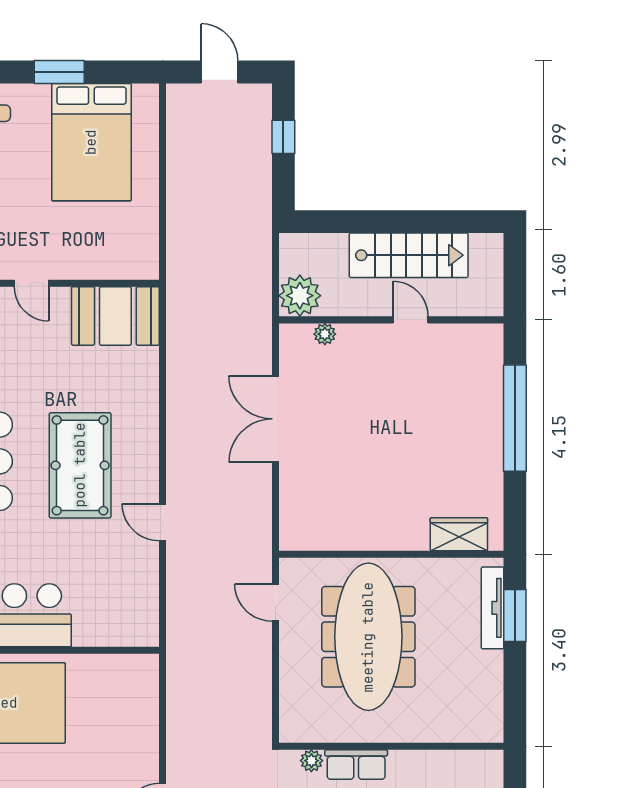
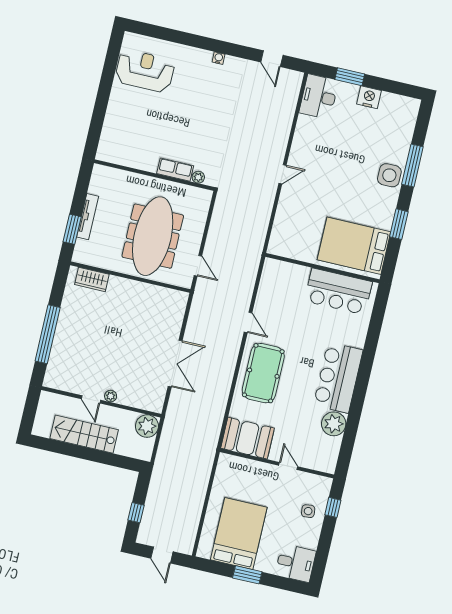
plant: (325, 334) -> (111, 396), moved
pool table: (80, 465) -> (263, 373), moved
tv unit: (493, 608) -> (88, 217), moved

